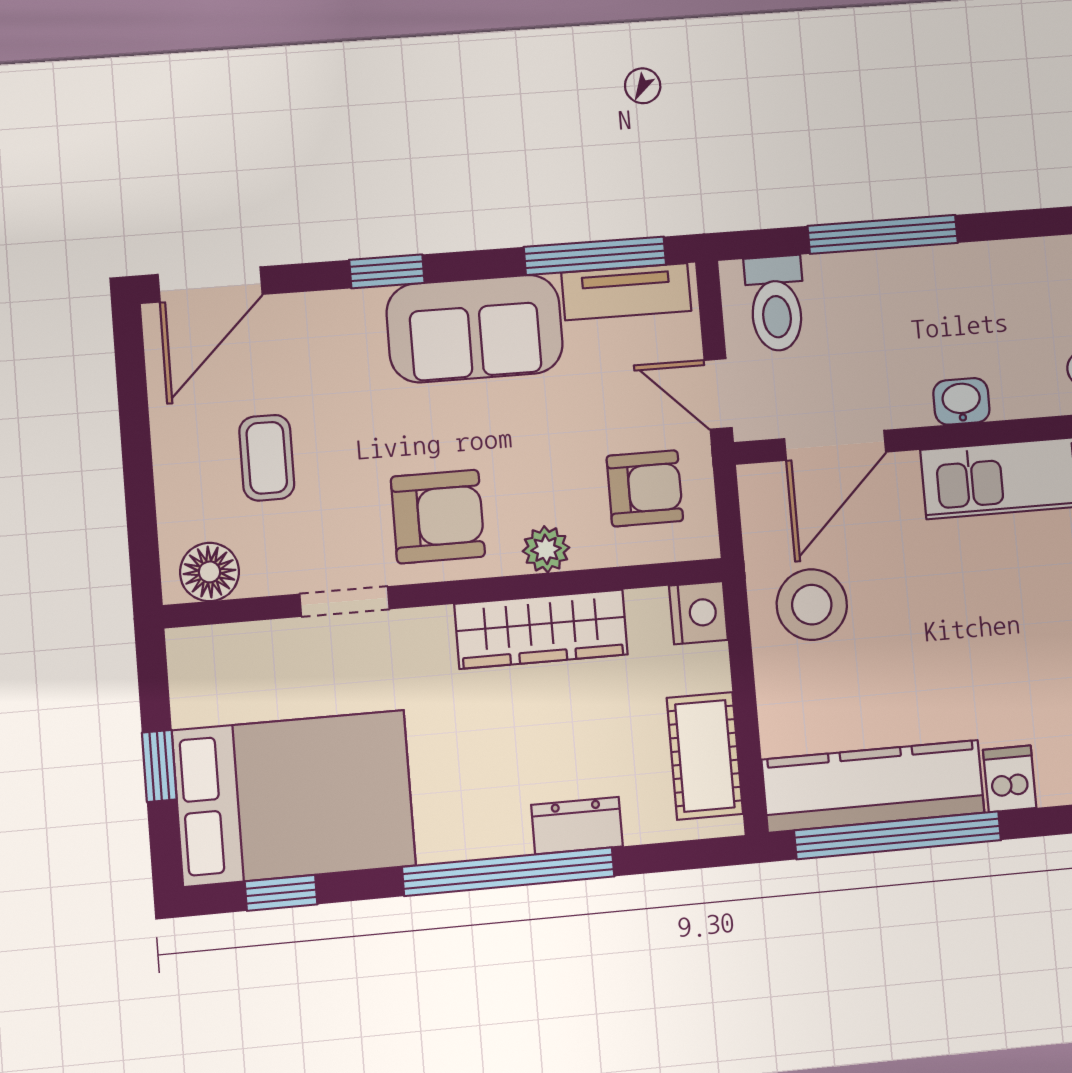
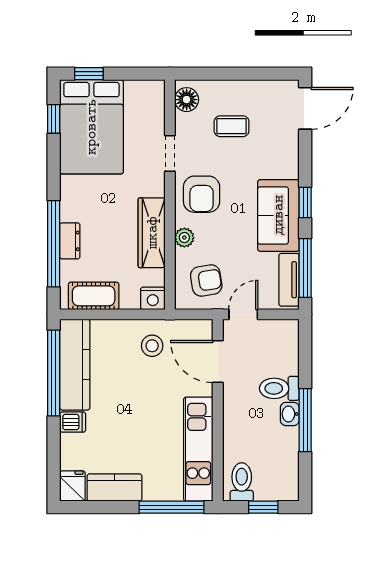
window: (883, 234) -> (305, 420), moved
window: (387, 271) -> (305, 202), moved
door: (210, 284) -> (305, 108), swing flipped
toilet: (776, 304) -> (279, 388), moved
washbasin: (961, 401) -> (290, 414), moved, turned 180
armchair: (645, 488) -> (206, 280), turned -99
stool: (812, 605) -> (152, 346), width x0.73, depth x0.73
window: (159, 766) -> (89, 74), moved
window: (508, 872) -> (54, 244), moved

